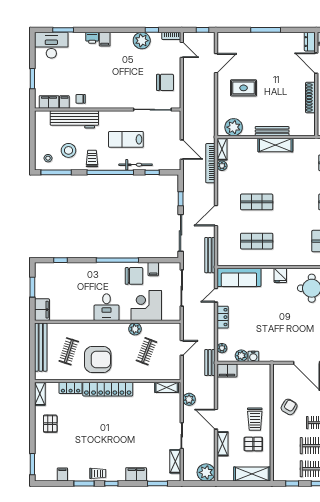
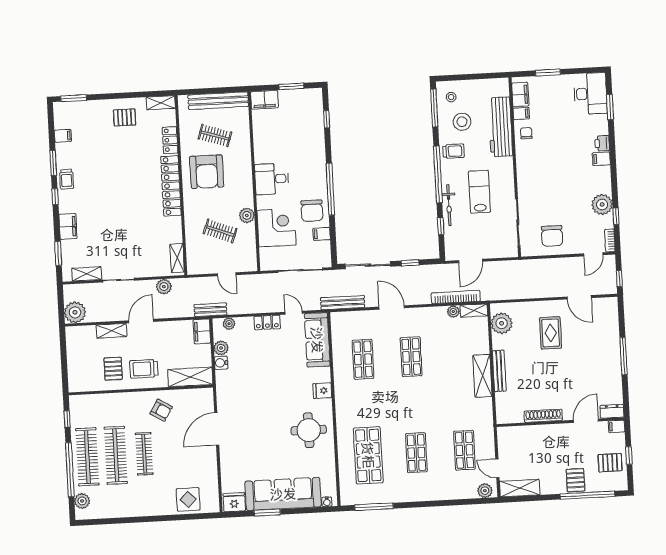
shelving: (252, 474) -> (190, 377), moved, turned 90

